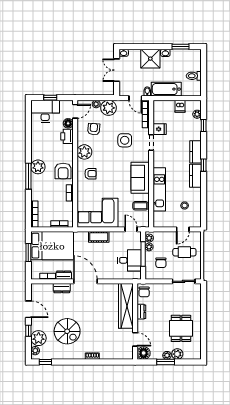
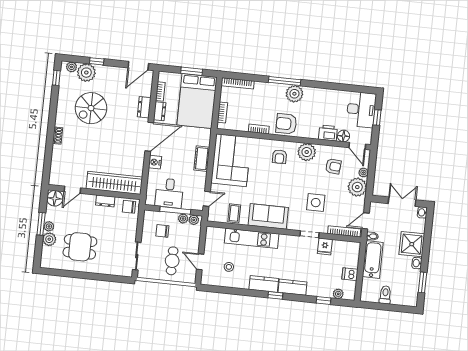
nightstand: (106, 275) -> (155, 162), added
door: (28, 309) -> (138, 66), moved

